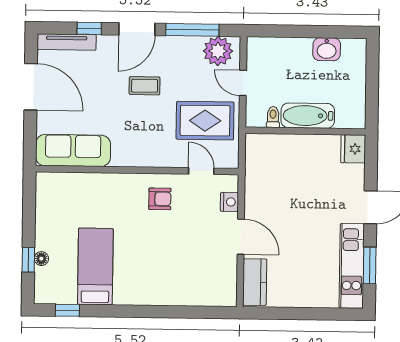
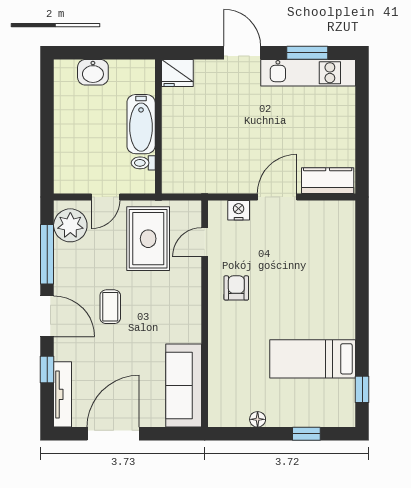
washbasin: (327, 49) -> (93, 72), moved, turned 90
floor lamp: (41, 259) -> (258, 419), moved

